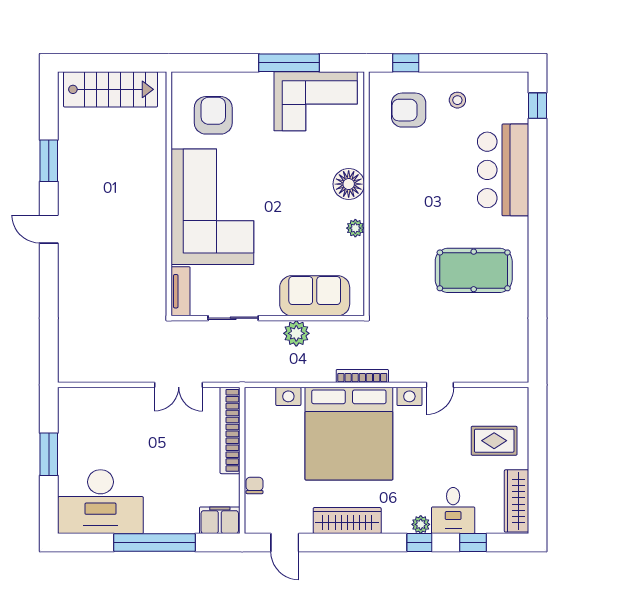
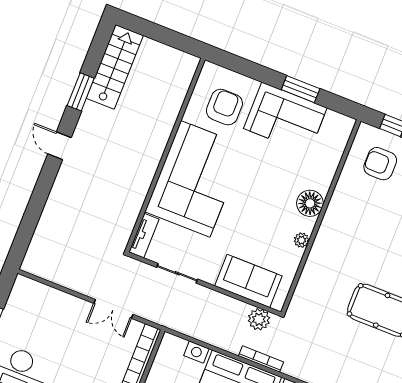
window: (289, 63) -> (301, 89), width x0.69
stairs: (110, 89) -> (115, 67), moved, turned -90
corner sofa: (316, 101) -> (285, 118), moved
plant: (296, 333) -> (259, 319), moved

